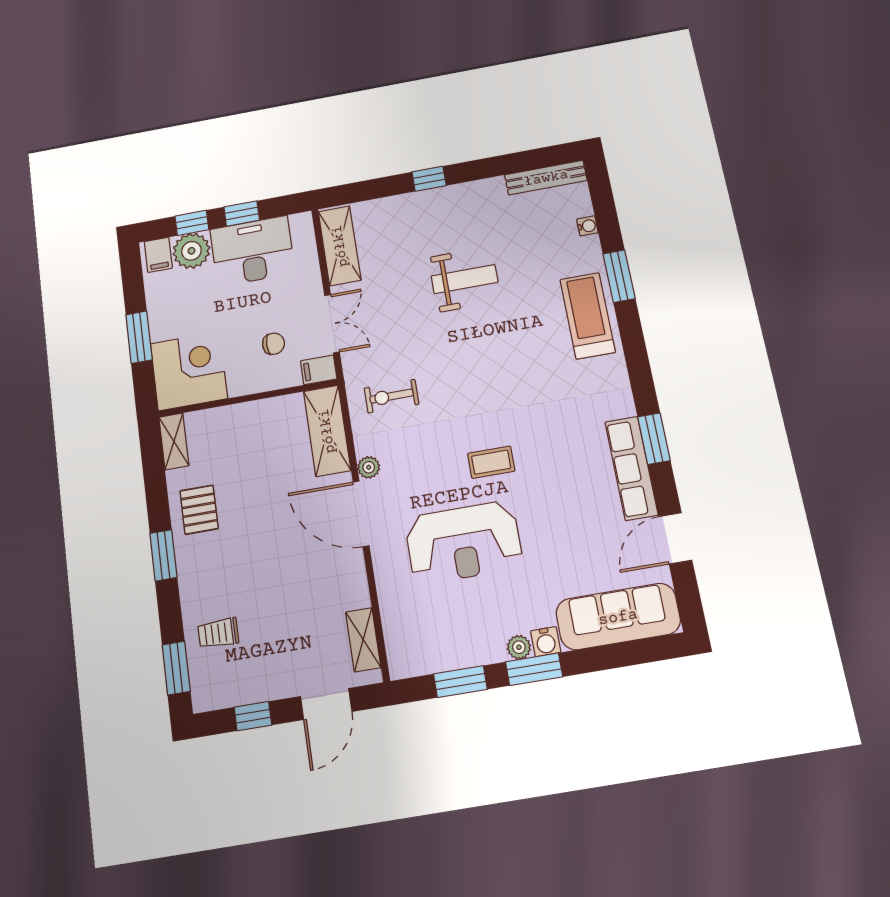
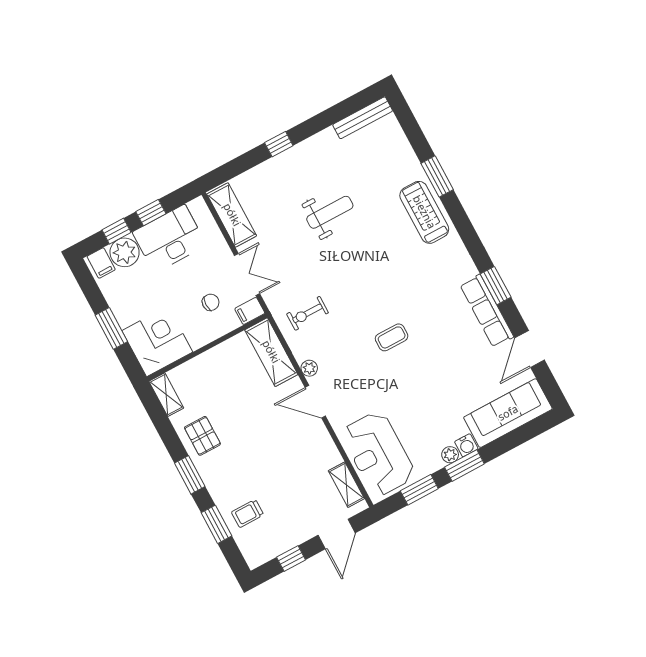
water cooler: (587, 226) -> (404, 146), removed
door: (361, 514) -> (315, 402), width x0.73
reception desk: (464, 542) -> (378, 454), moved, turned 90
window: (176, 668) -> (216, 524), moved

